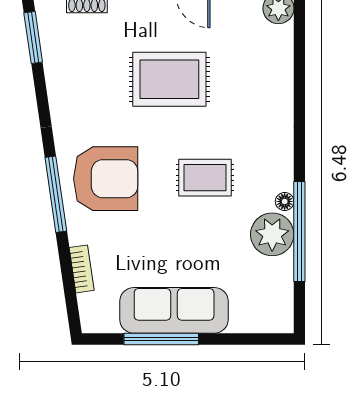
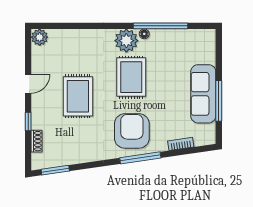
rug: (205, 178) -> (131, 77), width x1.36, depth x1.43
plant: (272, 234) -> (126, 41), moved

